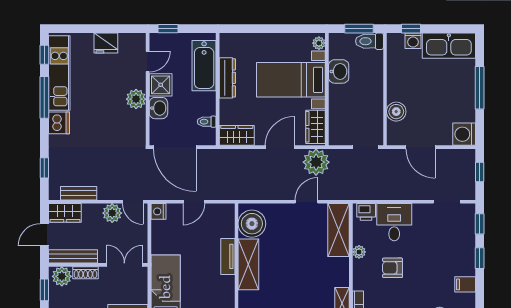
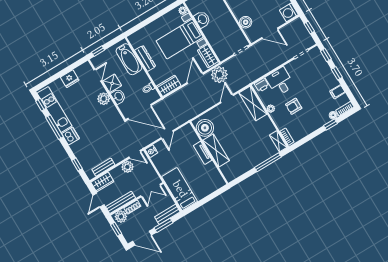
double door: (124, 265) -> (151, 190), swing flipped

